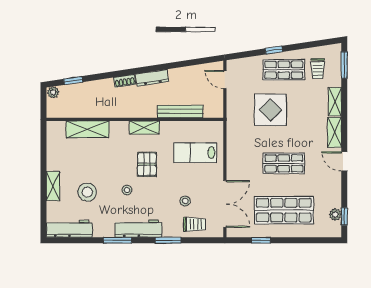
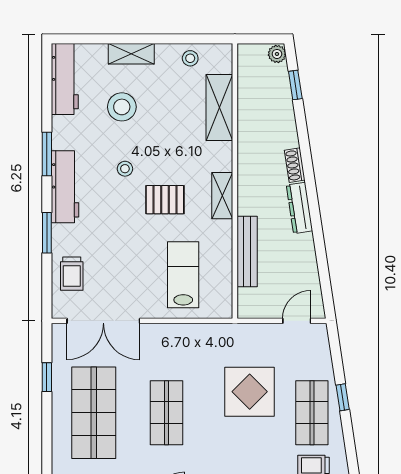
stool: (185, 201) -> (190, 58), moved

